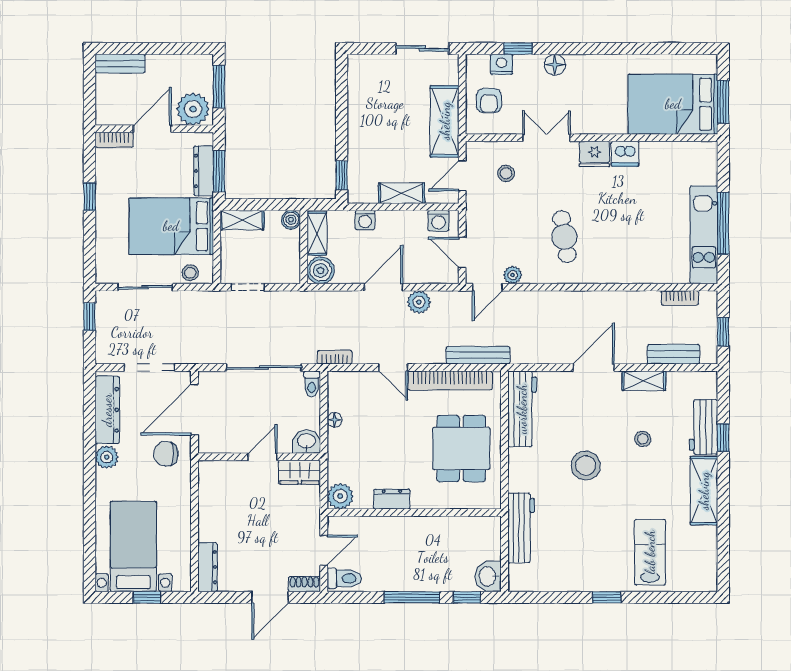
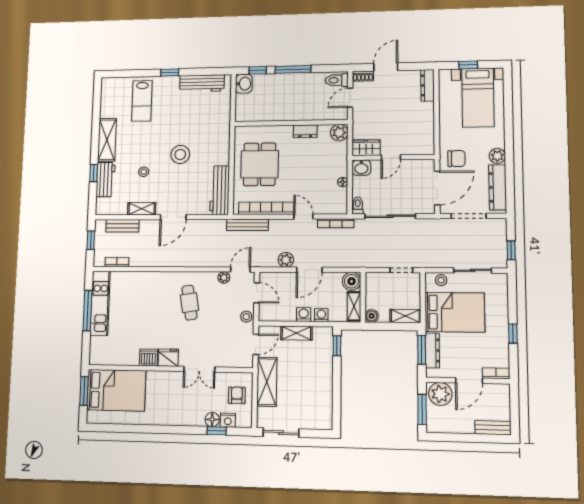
floor lamp: (555, 65) -> (212, 420), moved
stool: (506, 173) -> (246, 317), moved
washing machine: (438, 221) -> (304, 315), moved
bookcase: (335, 357) -> (336, 223), width x1.56
workbench: (521, 528) -> (202, 83), moved, turned -90

